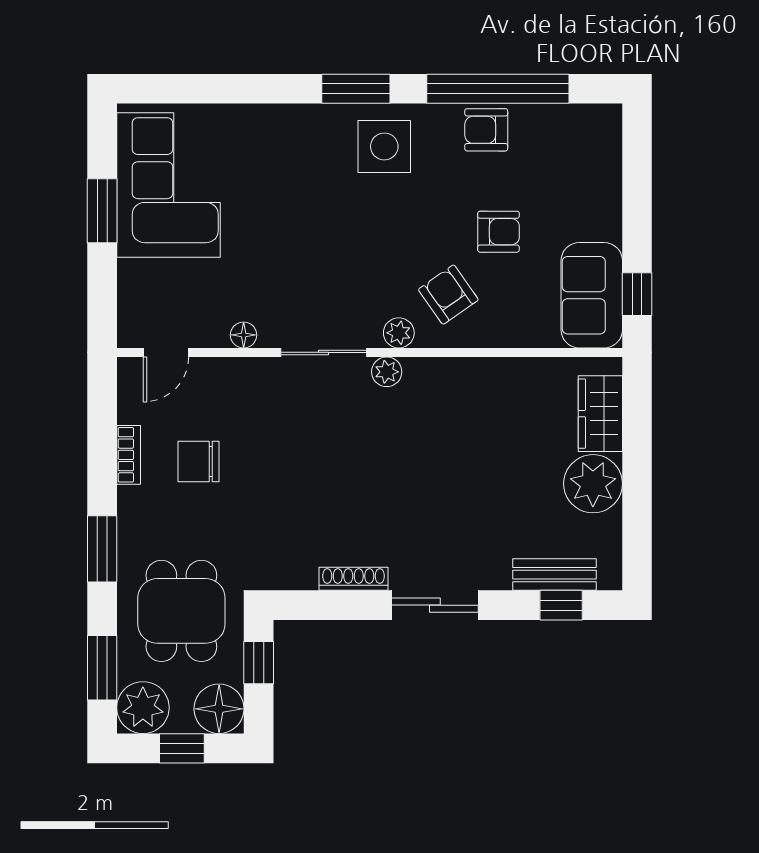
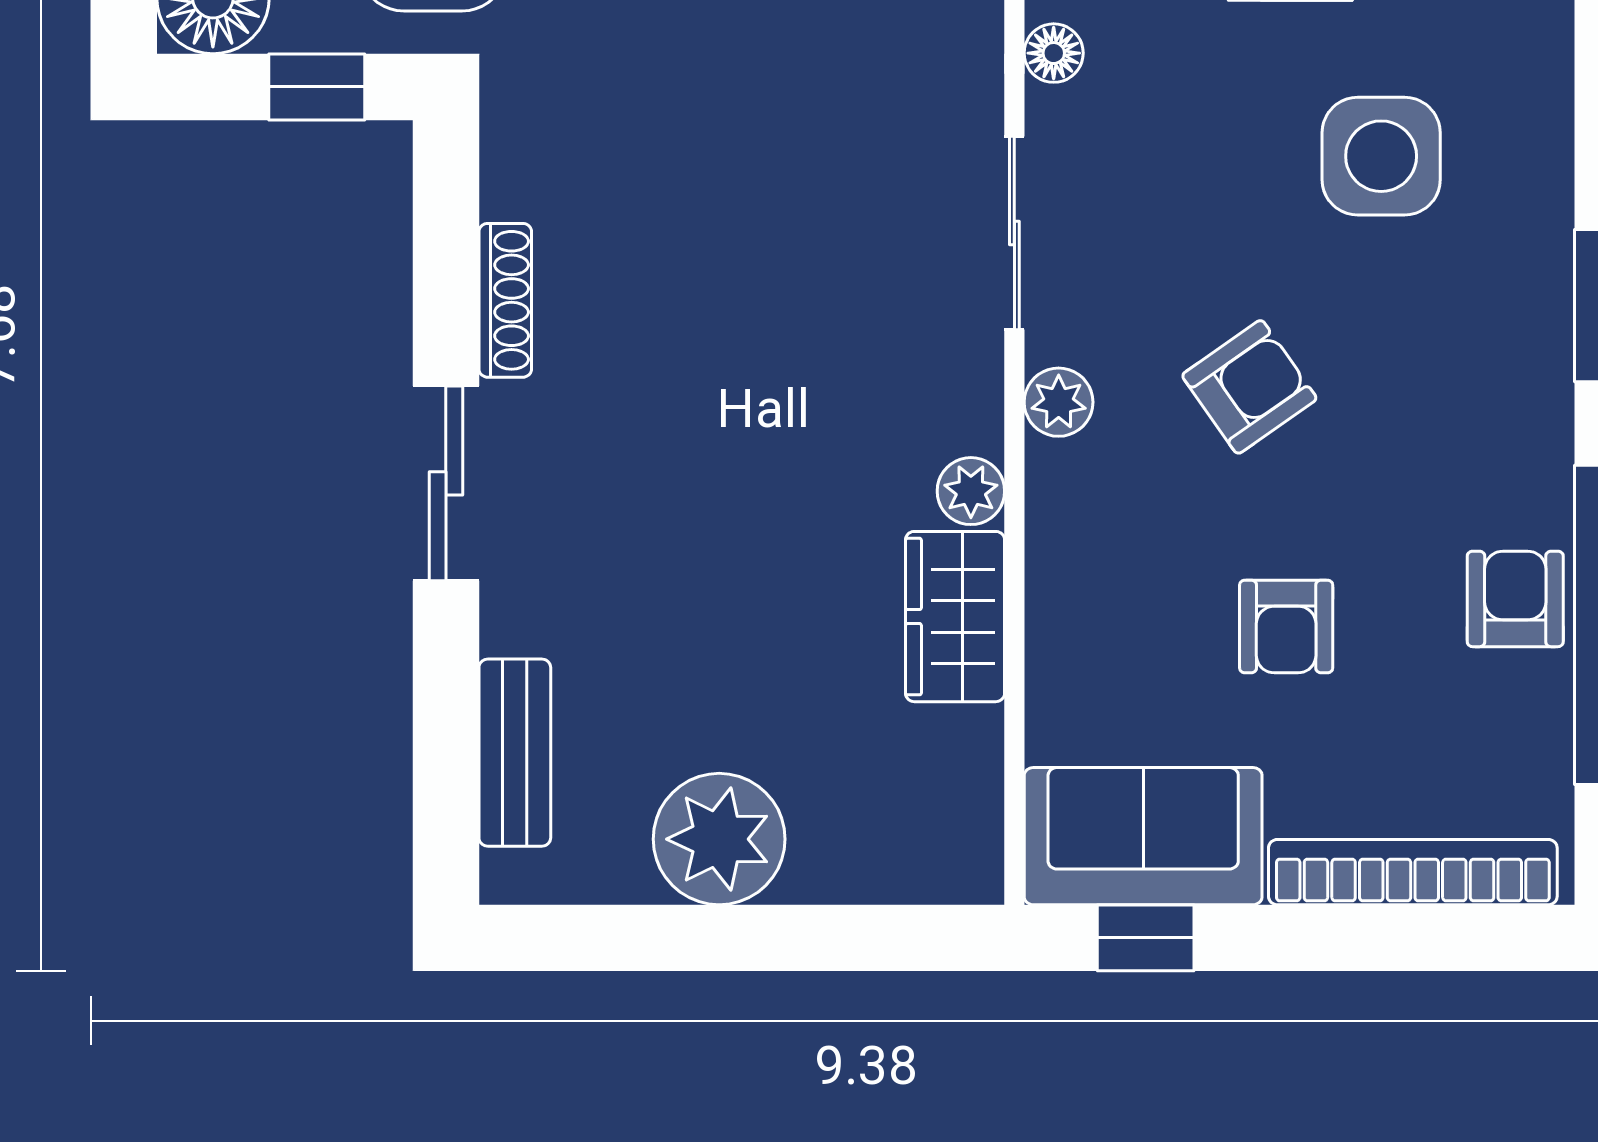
side table: (384, 146) -> (1381, 156), moved
bookcase: (608, 175) -> (1413, 872), added
armchair: (448, 295) -> (1249, 387), moved
plant: (387, 372) -> (971, 491), moved
wardrobe: (600, 414) -> (955, 617), moved, turned -90
window: (561, 605) -> (446, 767), removed

